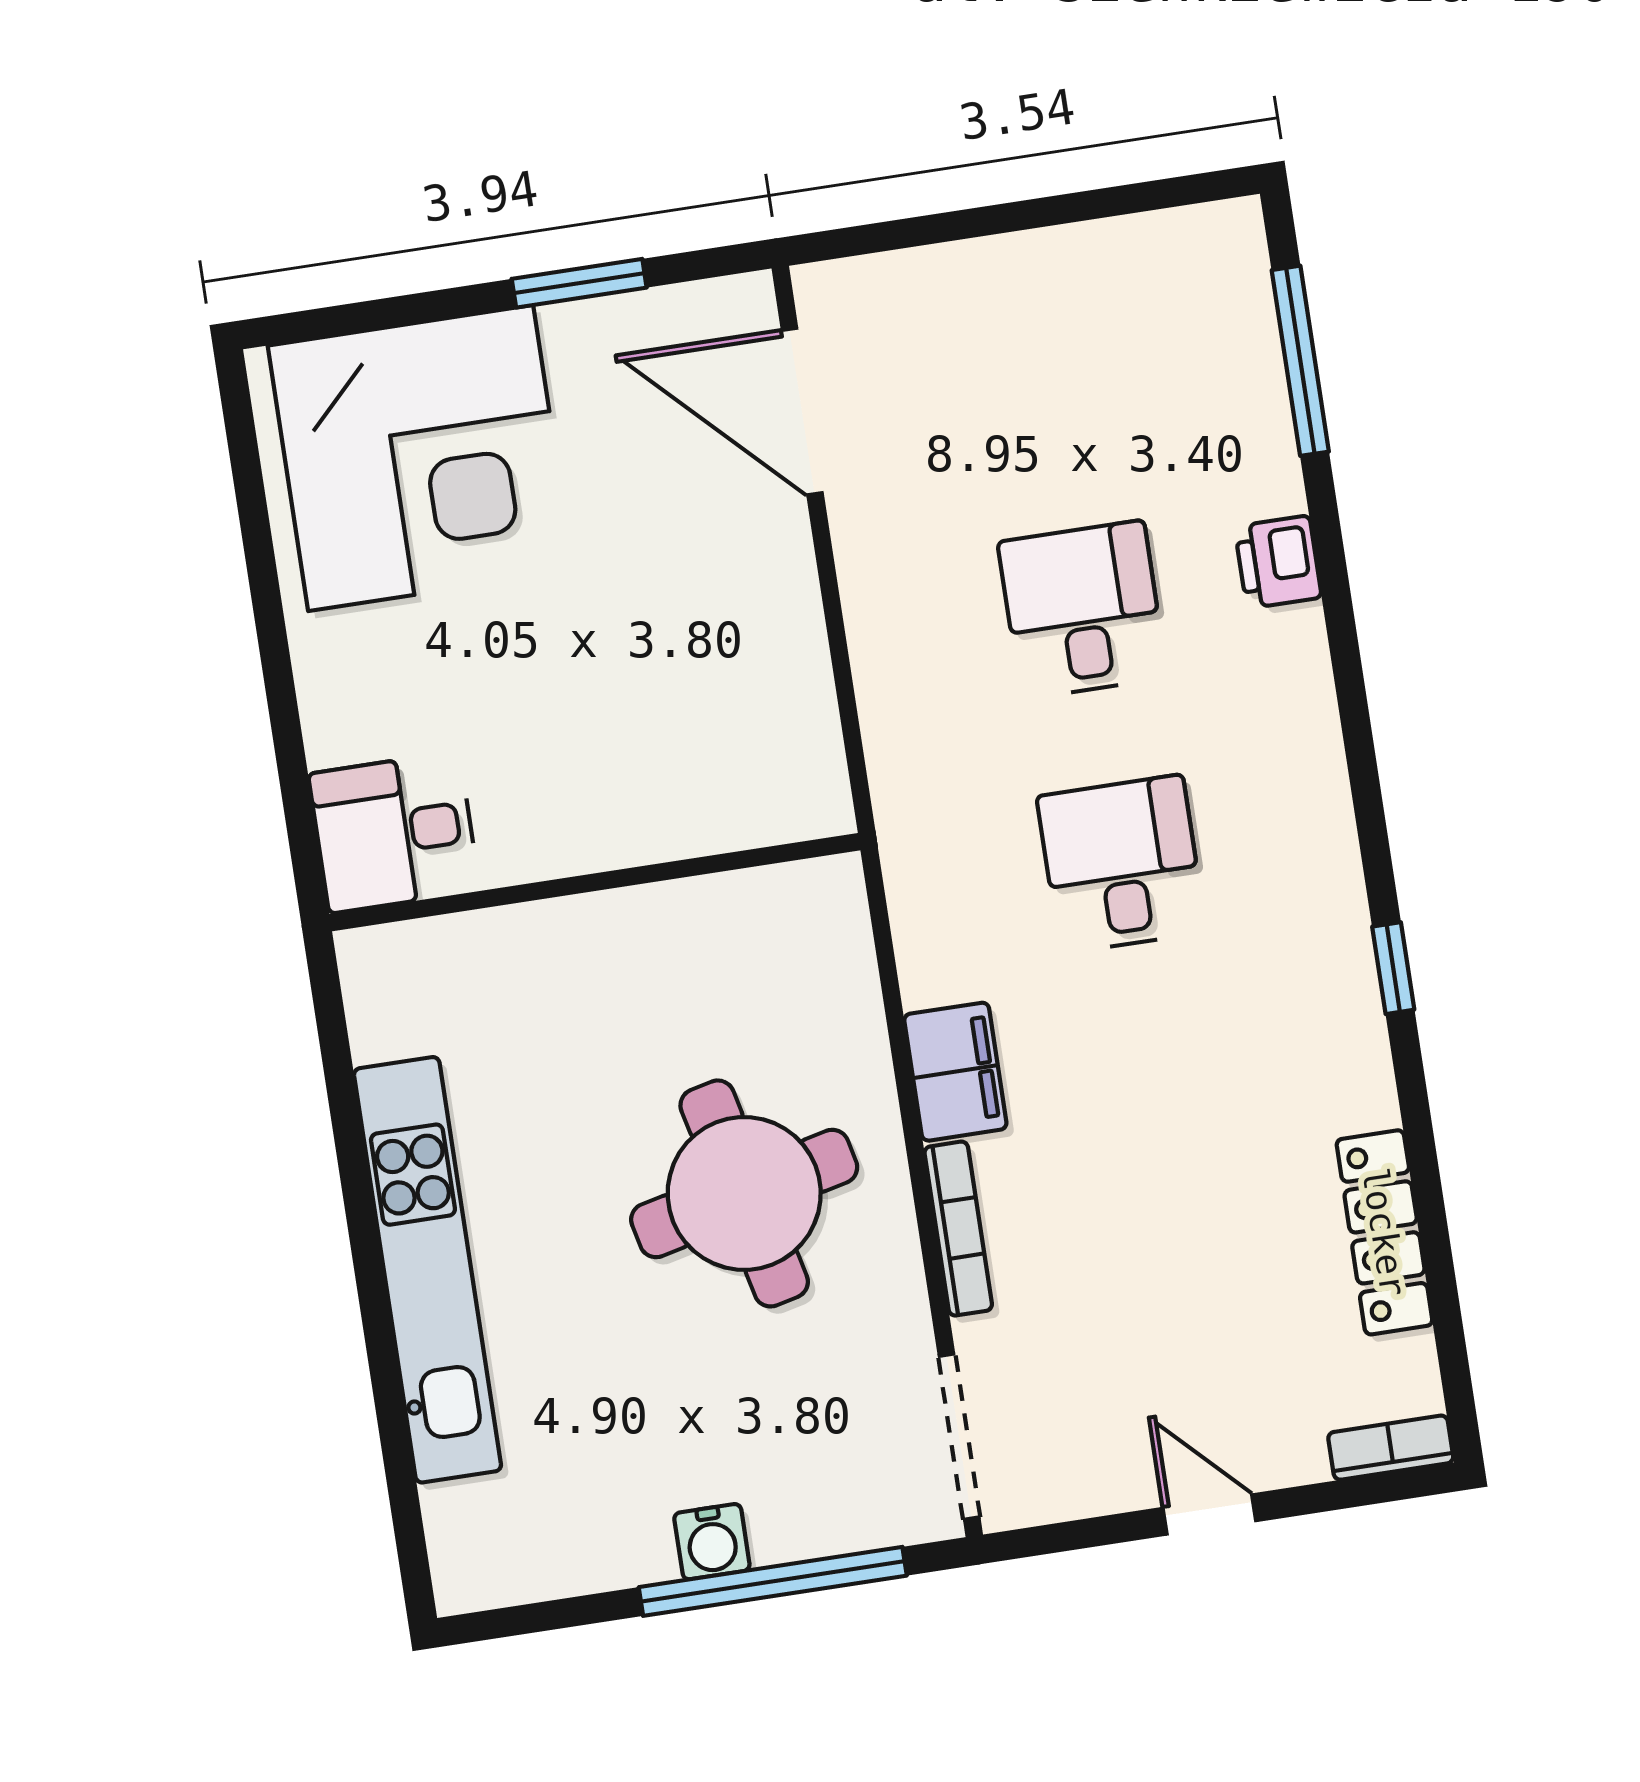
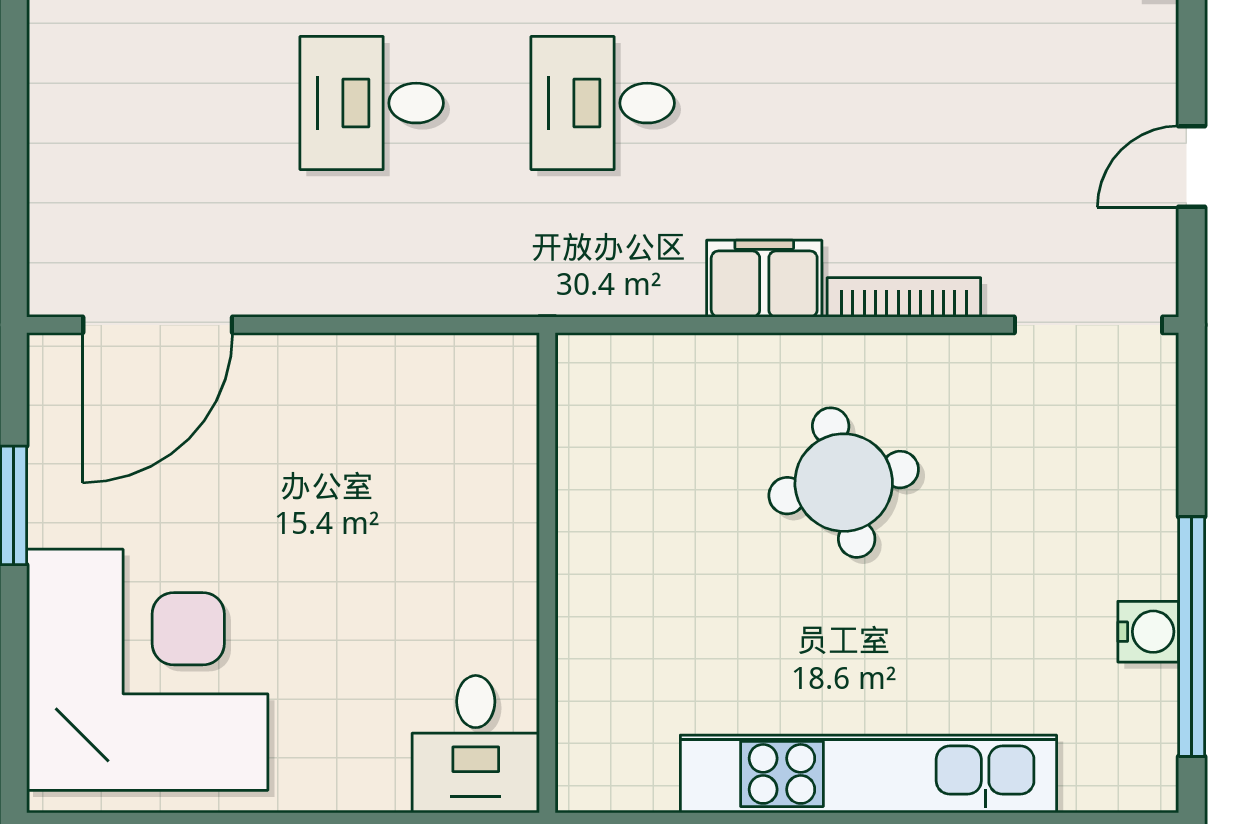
round table: (744, 1193) -> (844, 483), width x0.73, depth x0.73
door: (1209, 1515) -> (1192, 167), moved
water cooler: (712, 1542) -> (1148, 632), moved
window: (773, 1581) -> (1192, 637), moved

